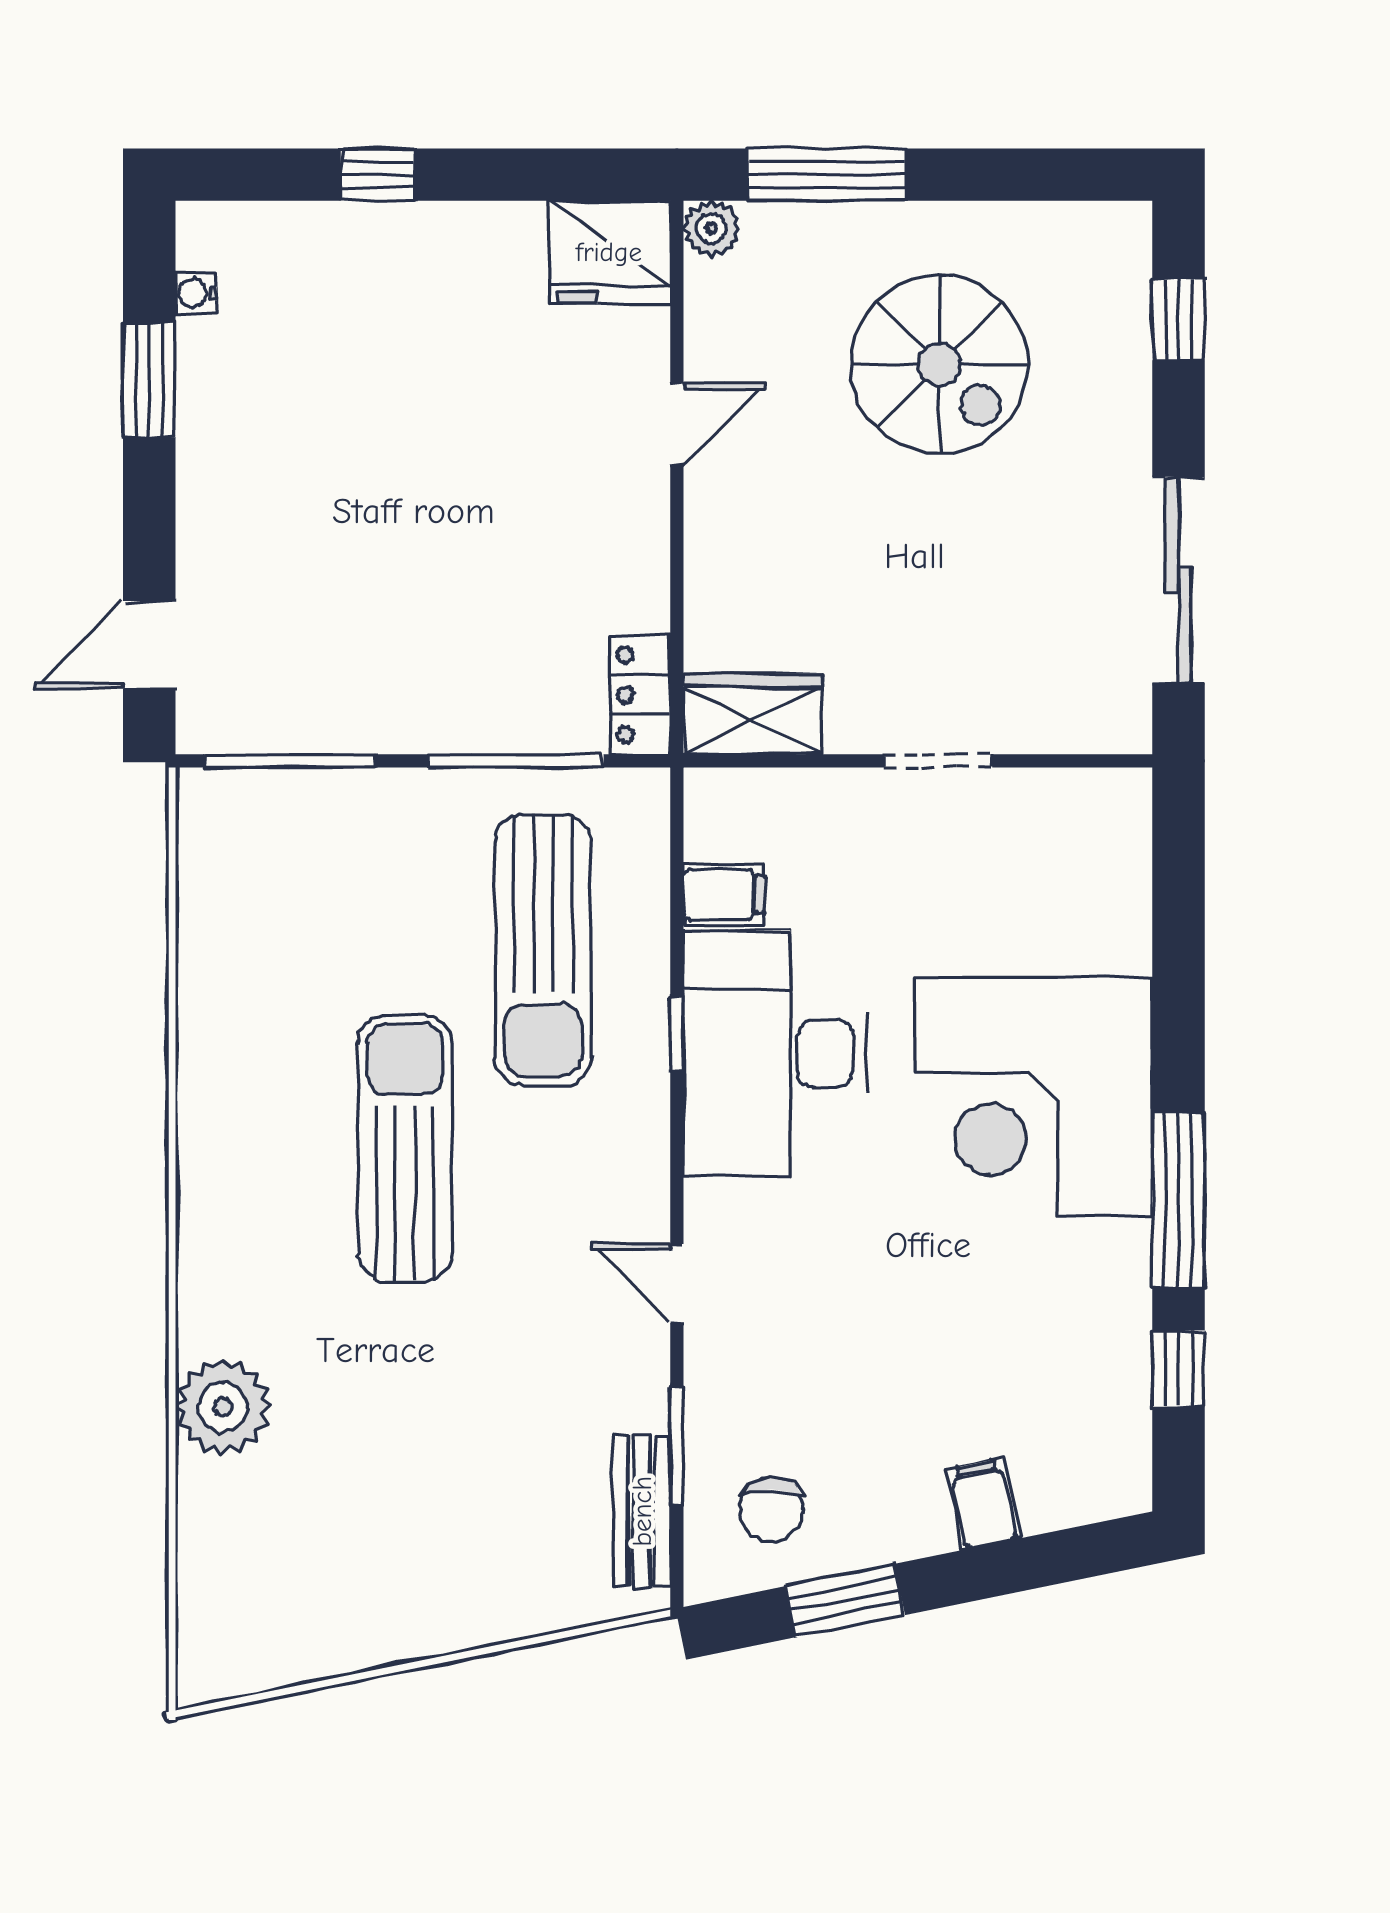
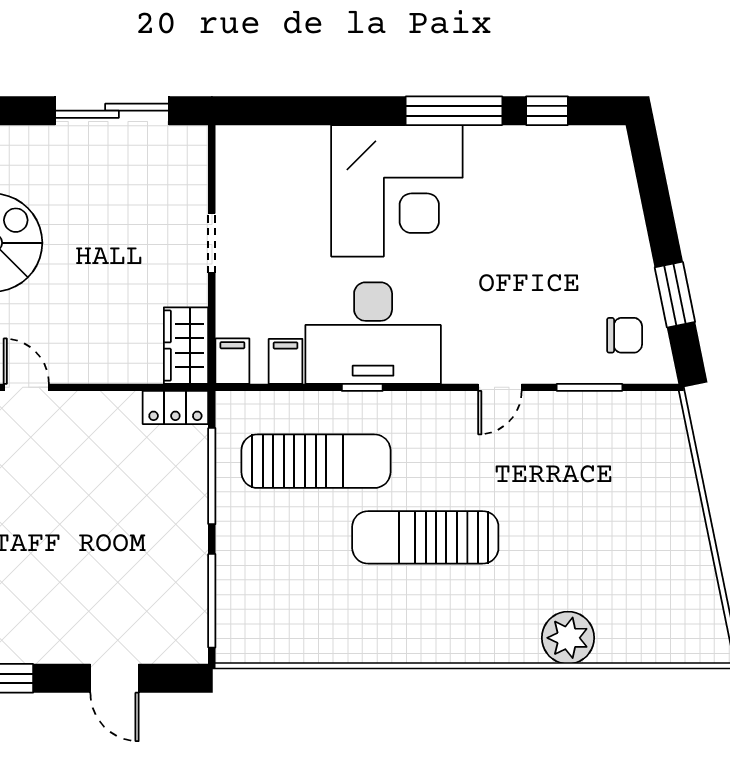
door: (149, 645) -> (114, 678), moved
filing cabinet: (983, 1504) -> (232, 361), moved, turned 102
bench: (642, 1511) -> (625, 407), removed

